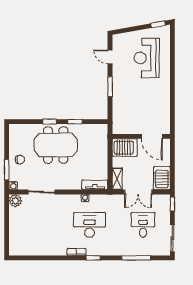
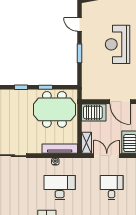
reception desk: (147, 58) -> (118, 44), moved
meeting table: (56, 145) -> (54, 109), moved
tv unit: (95, 185) -> (60, 149), width x1.41
double door: (138, 192) -> (107, 156), swing flipped

